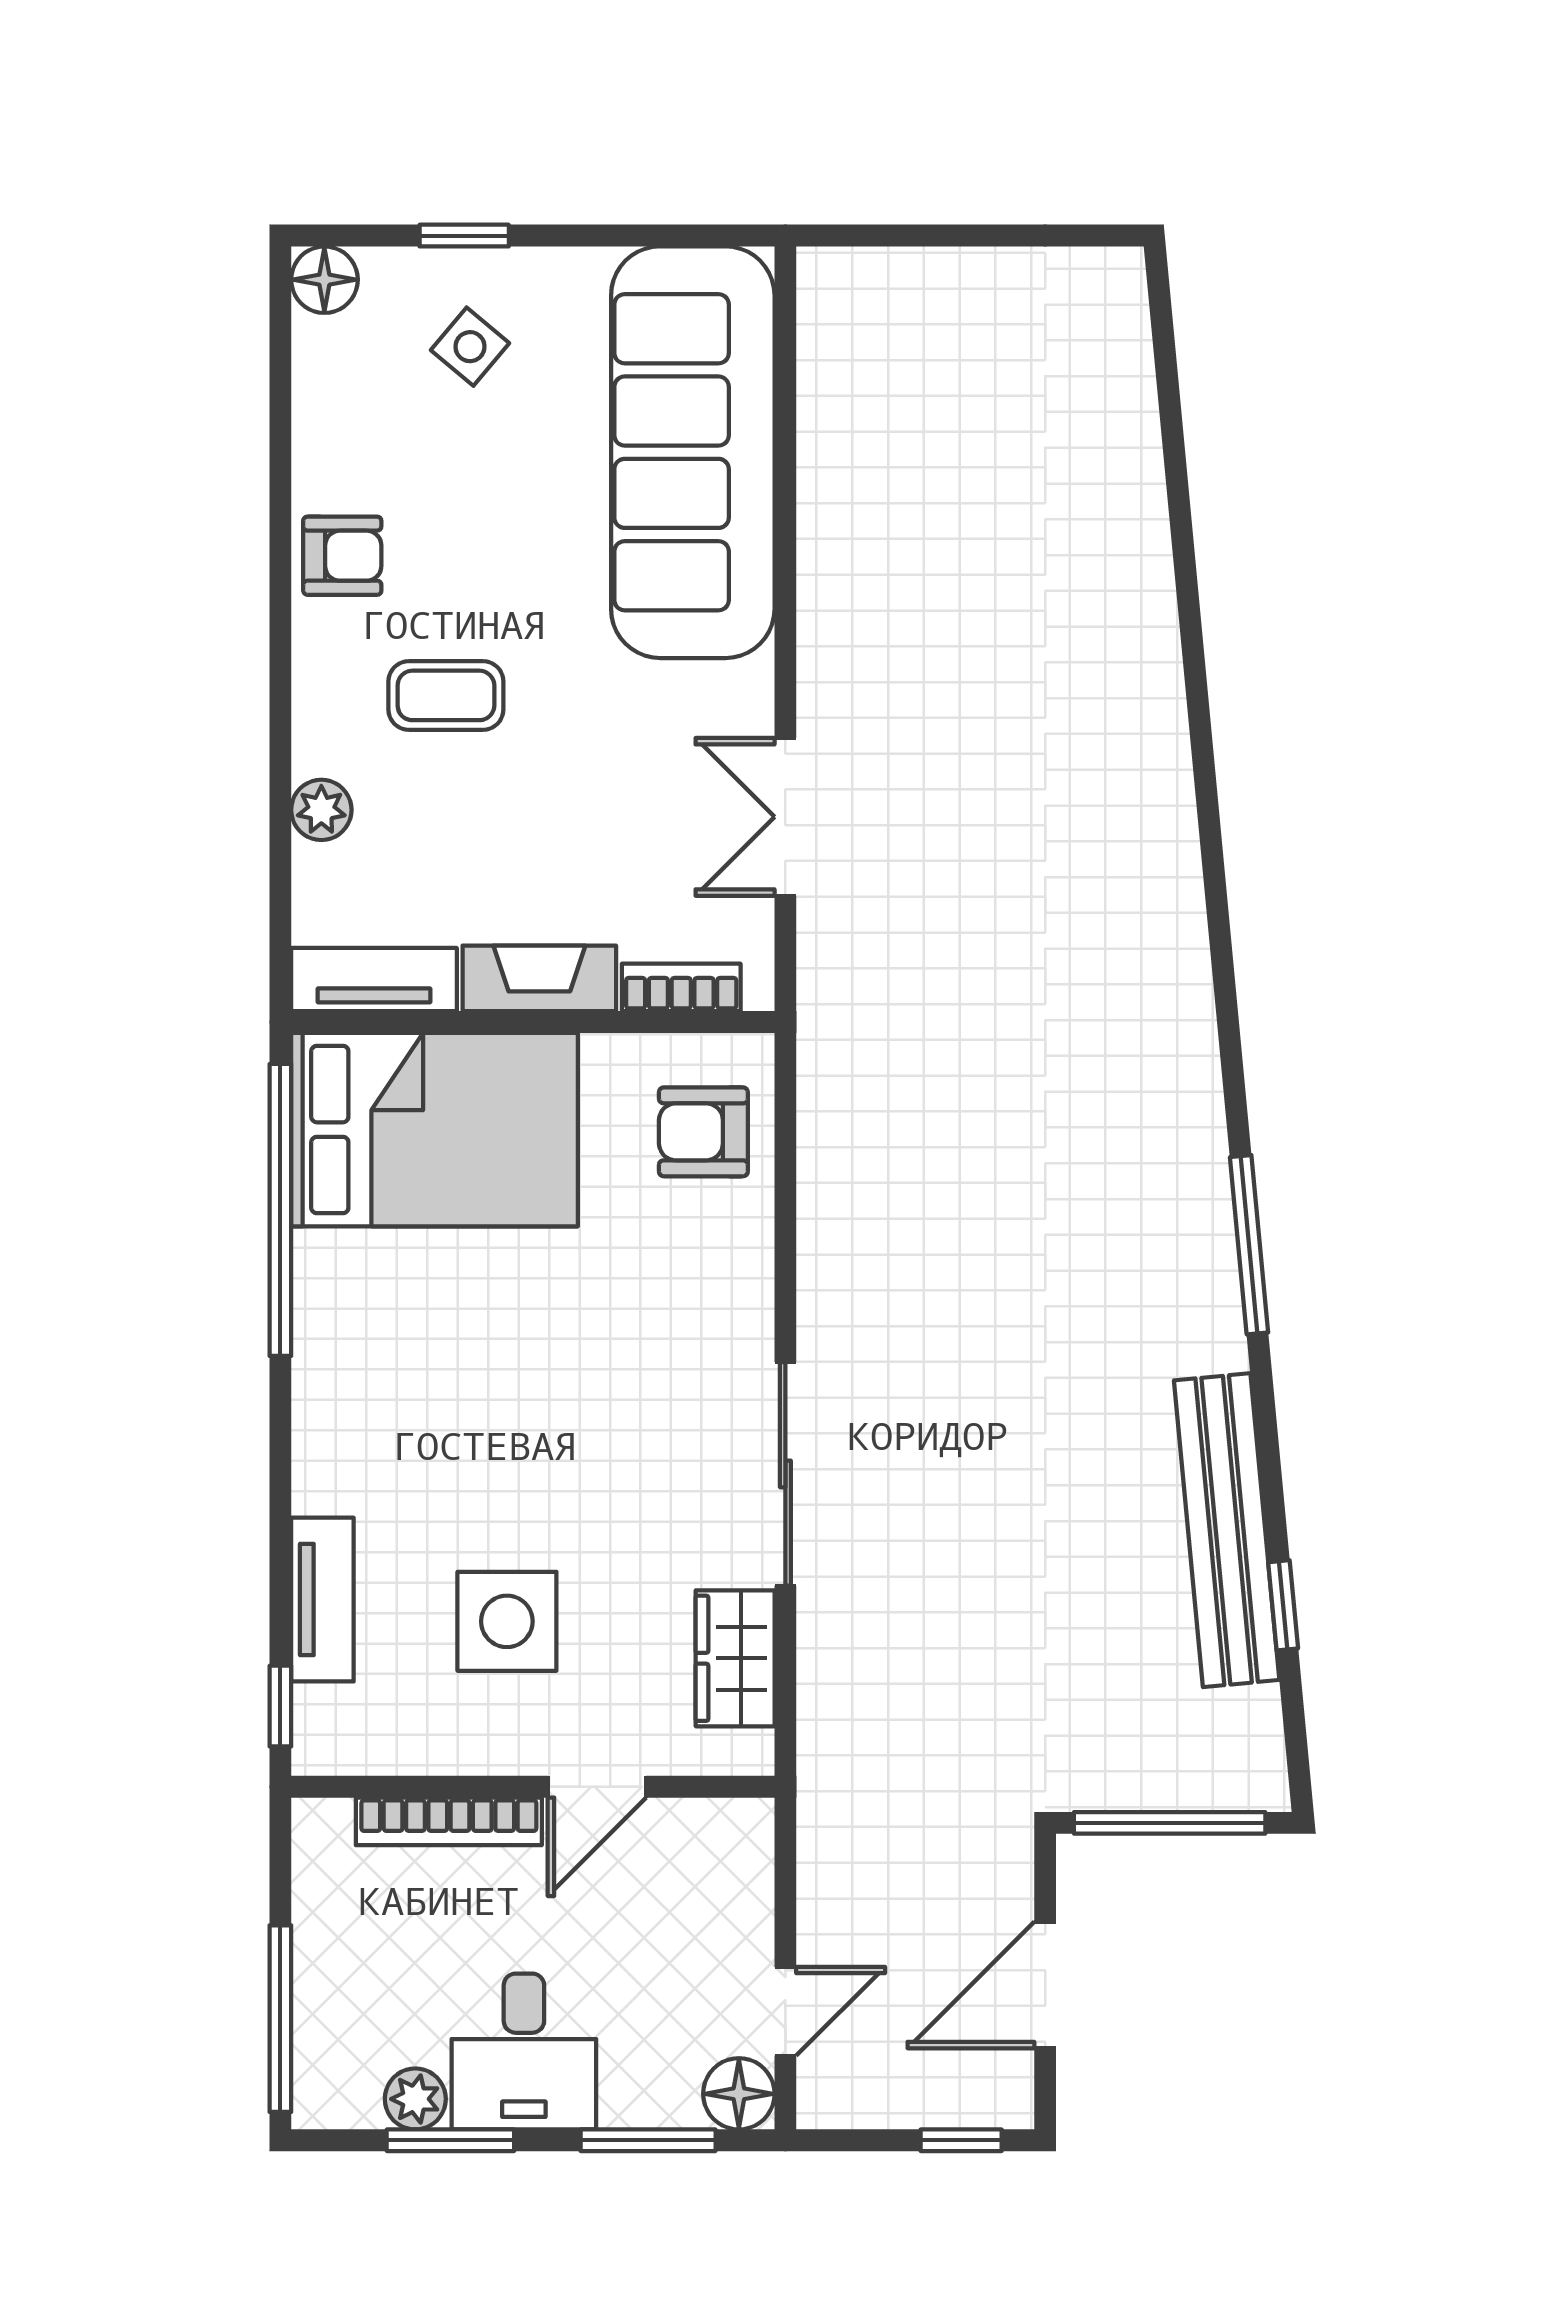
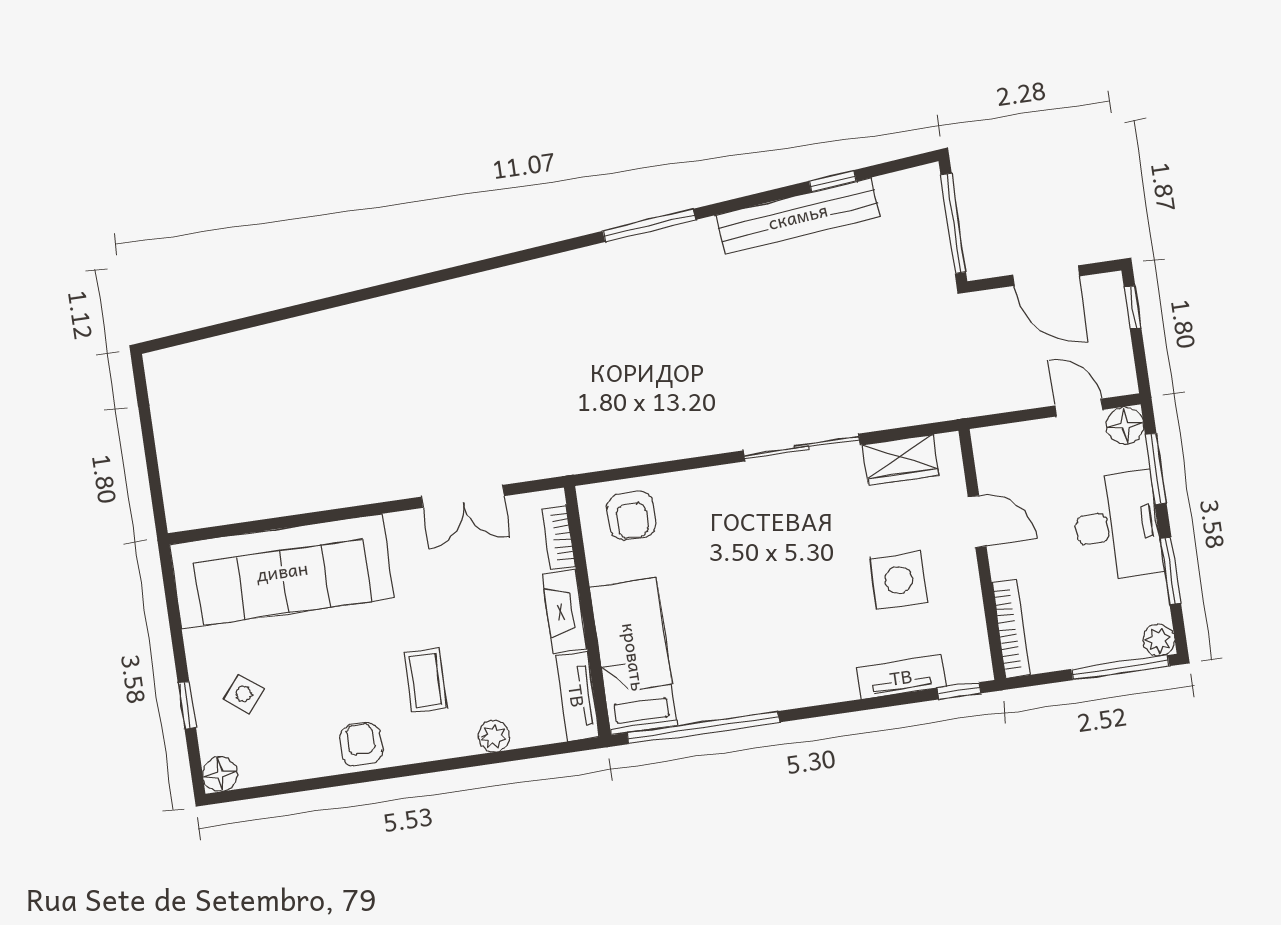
bed: (434, 1130) -> (634, 657), width x0.67
bookcase: (449, 1821) -> (1011, 629), moved
desk: (524, 2051) -> (1117, 526), width x1.37
plant: (415, 2099) -> (1159, 640), moved

